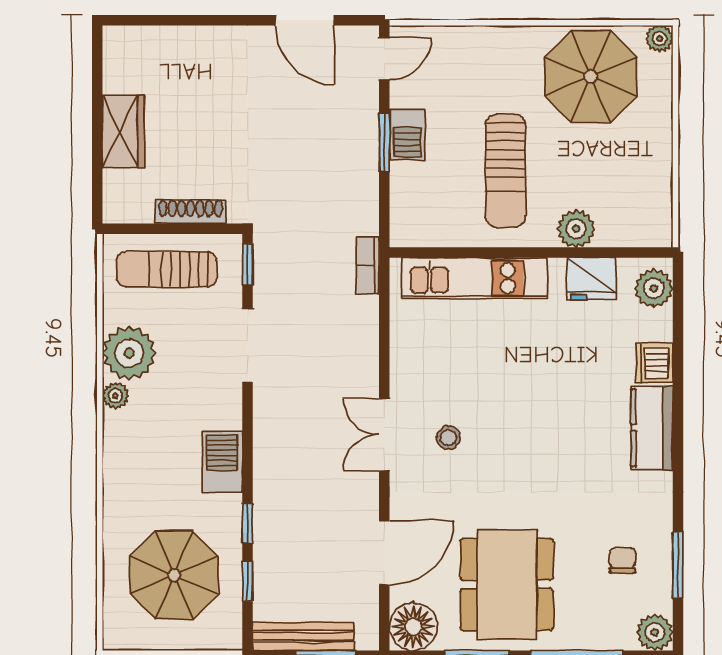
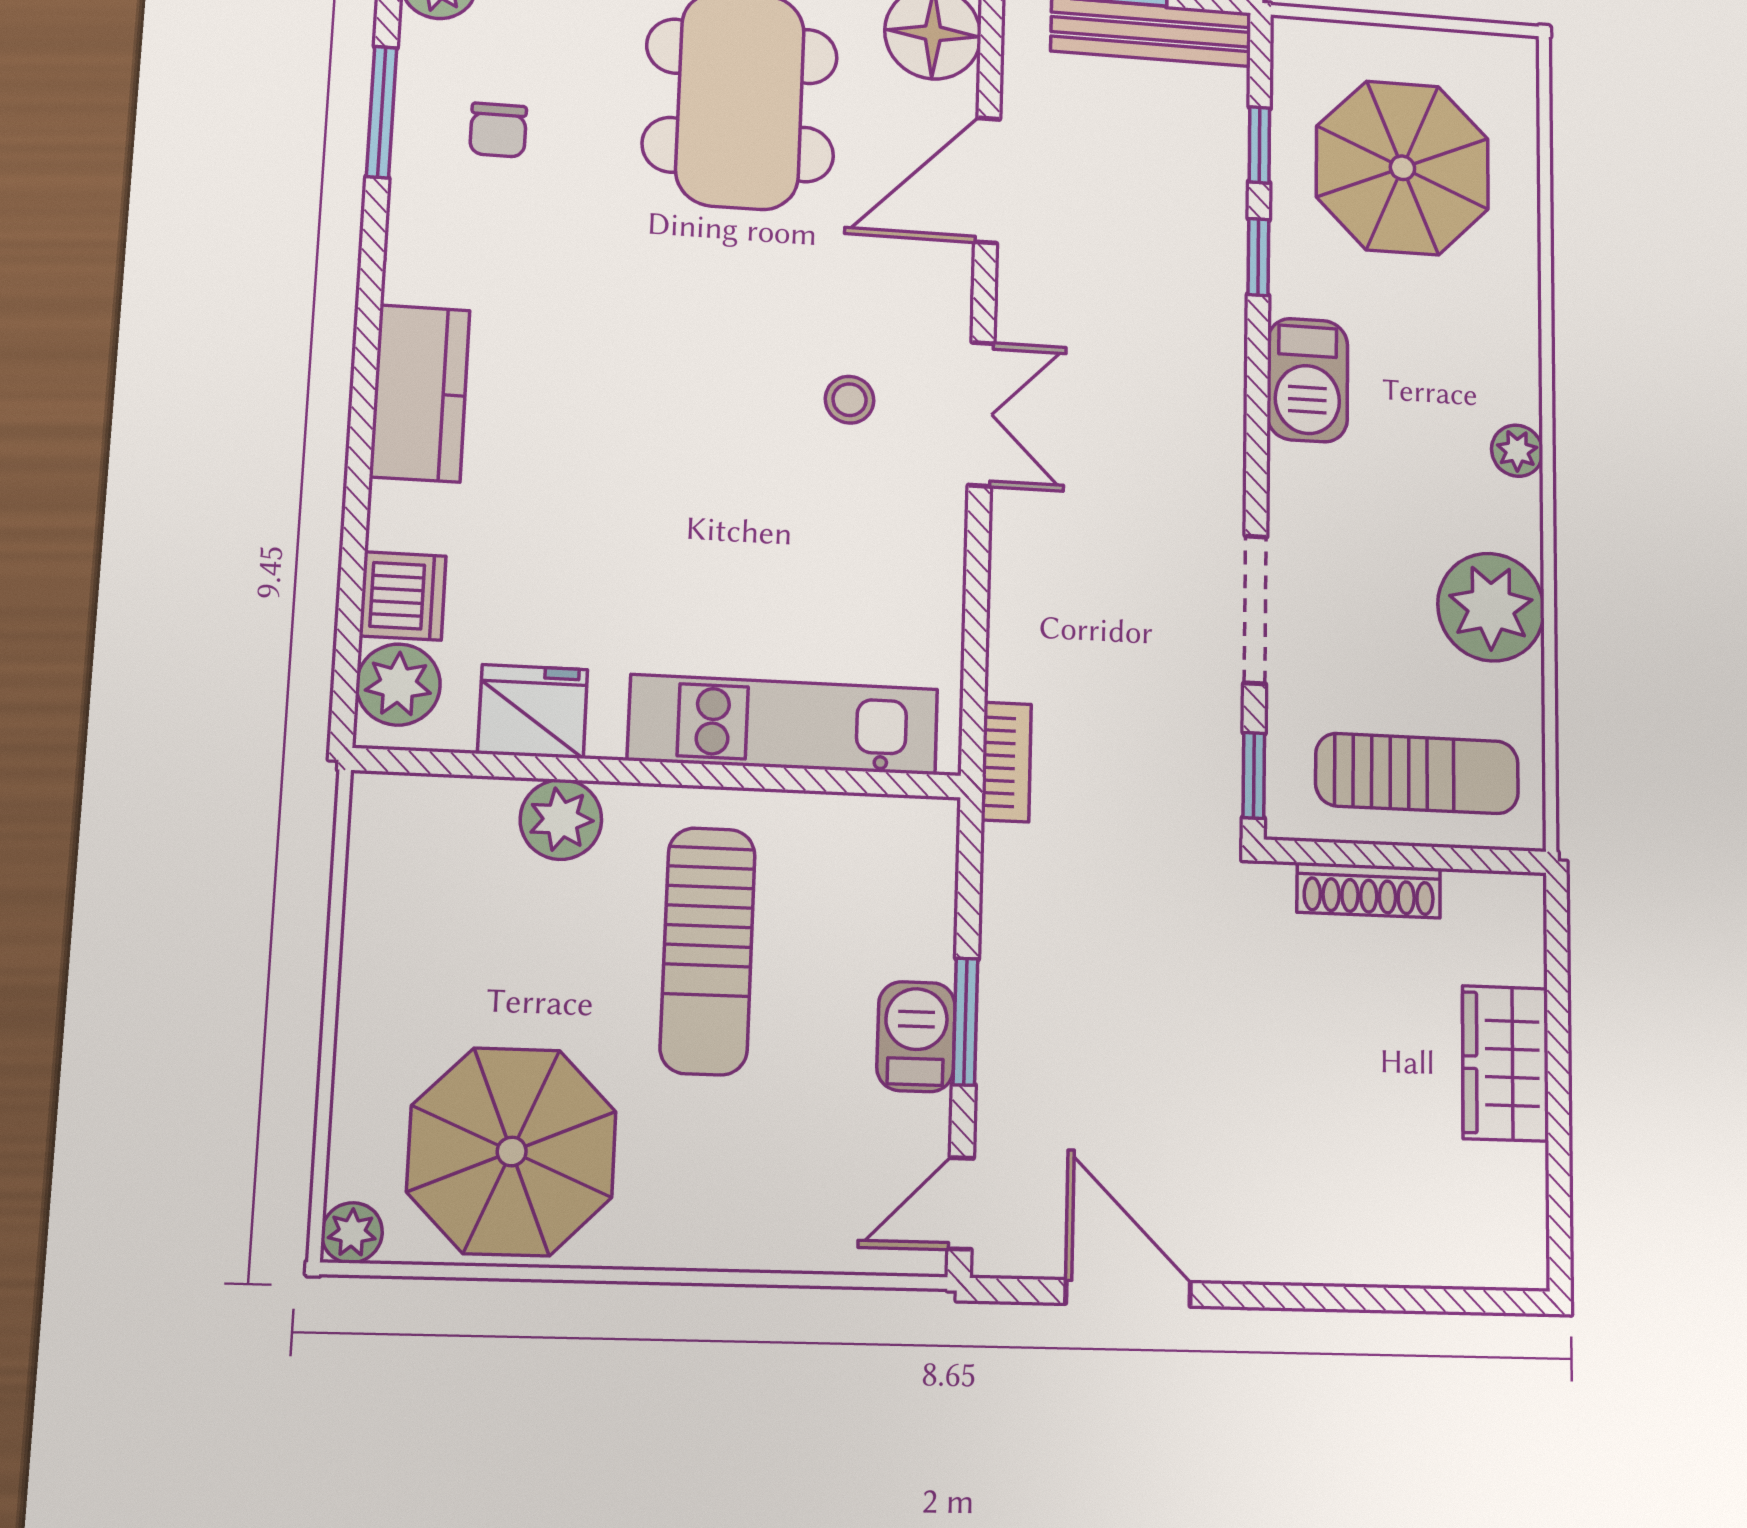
sun lounger: (506, 171) -> (708, 951), turned 180
dishwasher: (654, 363) -> (403, 596), moved
plant: (115, 396) -> (1517, 451), moved

